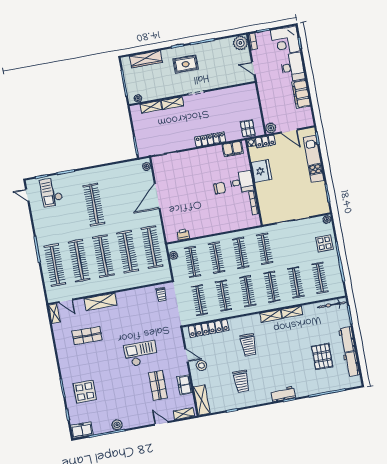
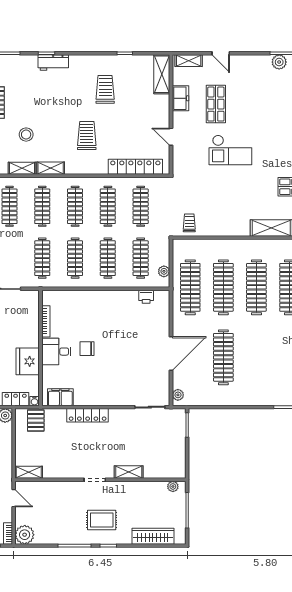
shelving: (151, 107) -> (29, 472), moved
clothes rail: (94, 205) -> (223, 357), moved
stool: (201, 365) -> (26, 135), moved

